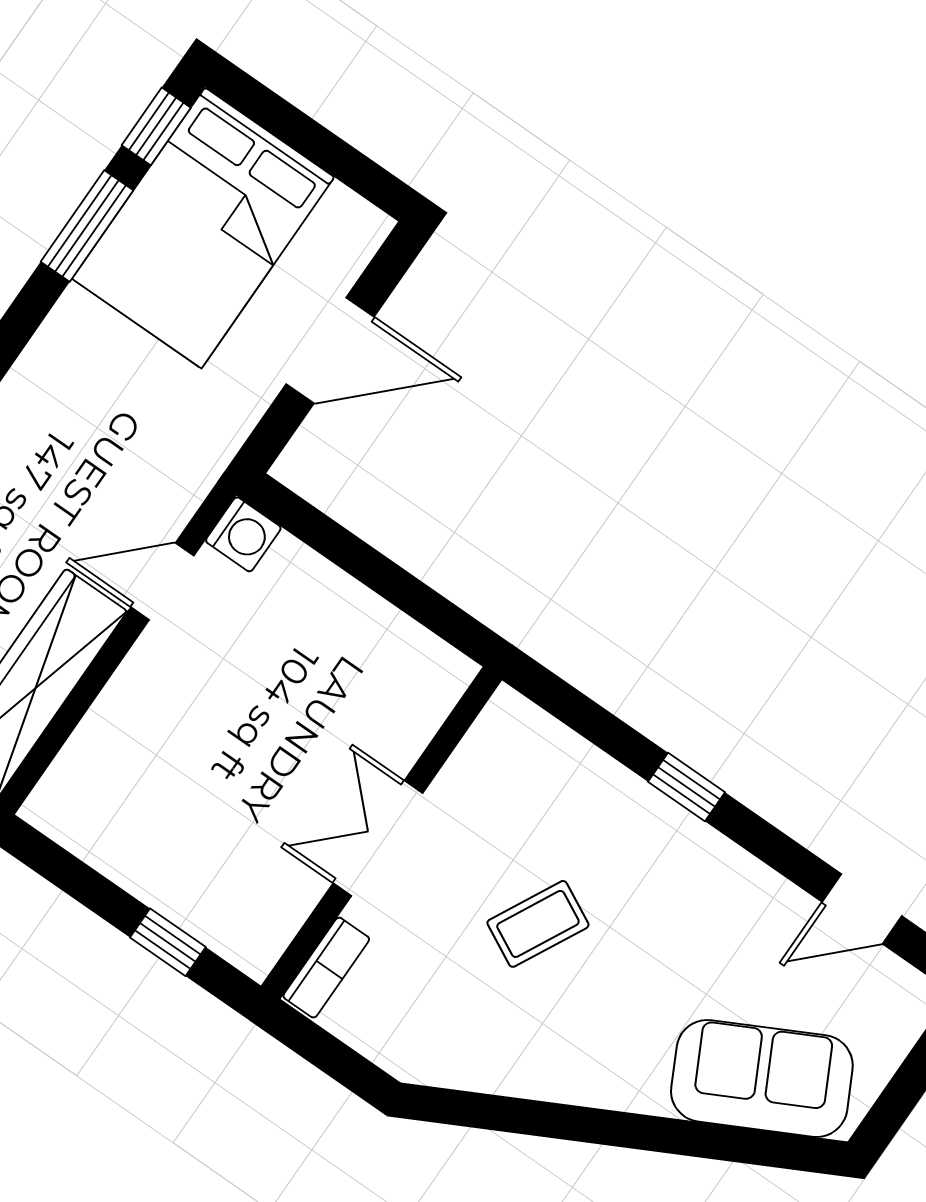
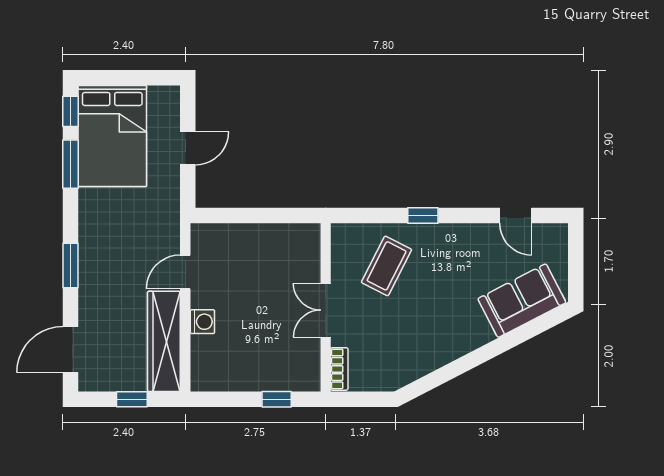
door: (330, 350) -> (188, 148), width x0.73
washing machine: (243, 534) -> (202, 322), moved
door: (862, 909) -> (516, 215), hinge flipped
coffee table: (538, 924) -> (387, 266), moved, width x1.36, depth x1.30

